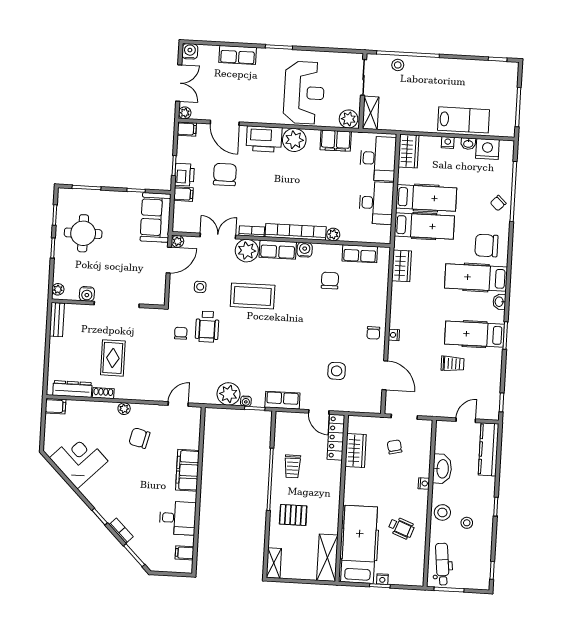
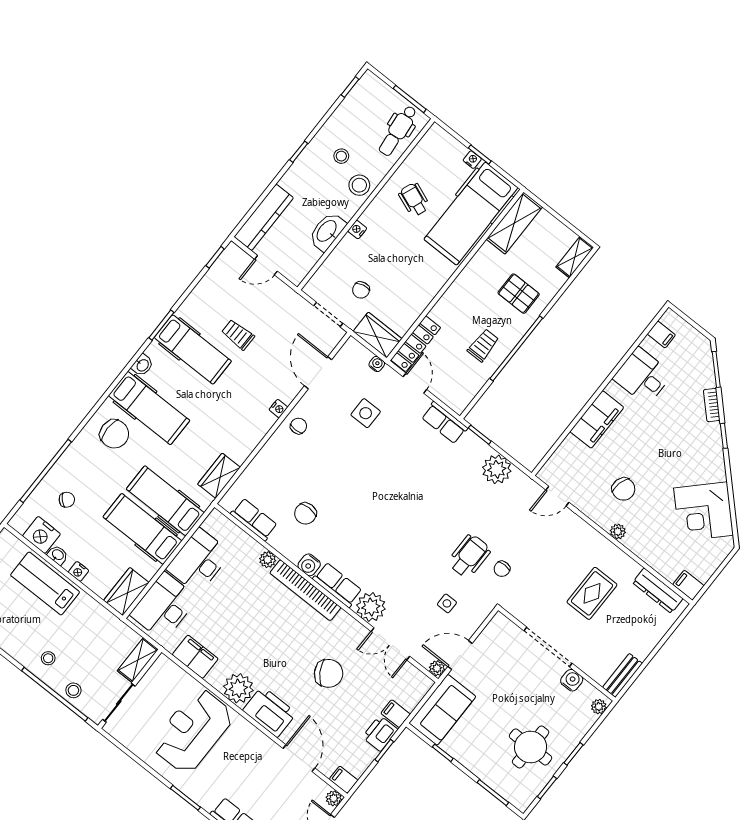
stool: (428, 74) -> (48, 658), added
plant: (349, 119) -> (165, 670), removed
chair: (225, 174) -> (329, 673), moved, turned -122
chair: (498, 203) -> (67, 500), moved
bookcase: (252, 231) -> (351, 624), removed
coffee table: (253, 296) -> (398, 555), removed
shoe rack: (103, 393) -> (628, 563), removed
water cooler: (246, 401) -> (377, 364), moved
wardrobe: (356, 451) -> (377, 335), moved, turned 90

